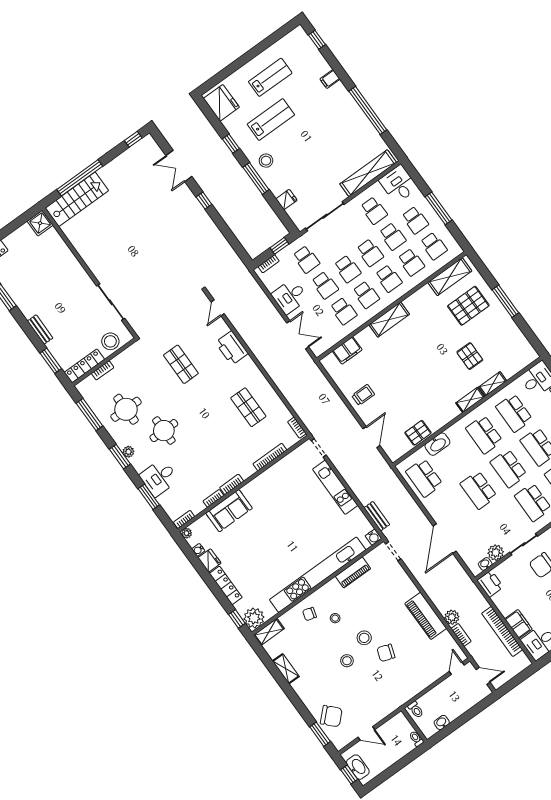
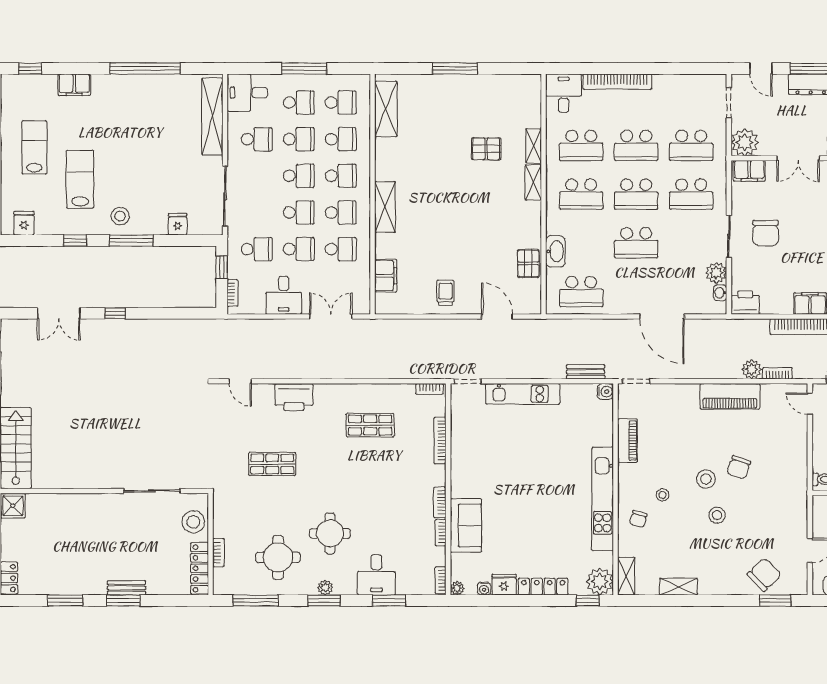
filing cabinet: (330, 79) -> (74, 85), width x2.00
fridge: (221, 103) -> (24, 223), width x0.53, depth x0.75
pallet: (468, 306) -> (431, 112), removed
window: (51, 361) -> (123, 601), moved
kitchen unit: (318, 575) -> (603, 499), width x0.73

